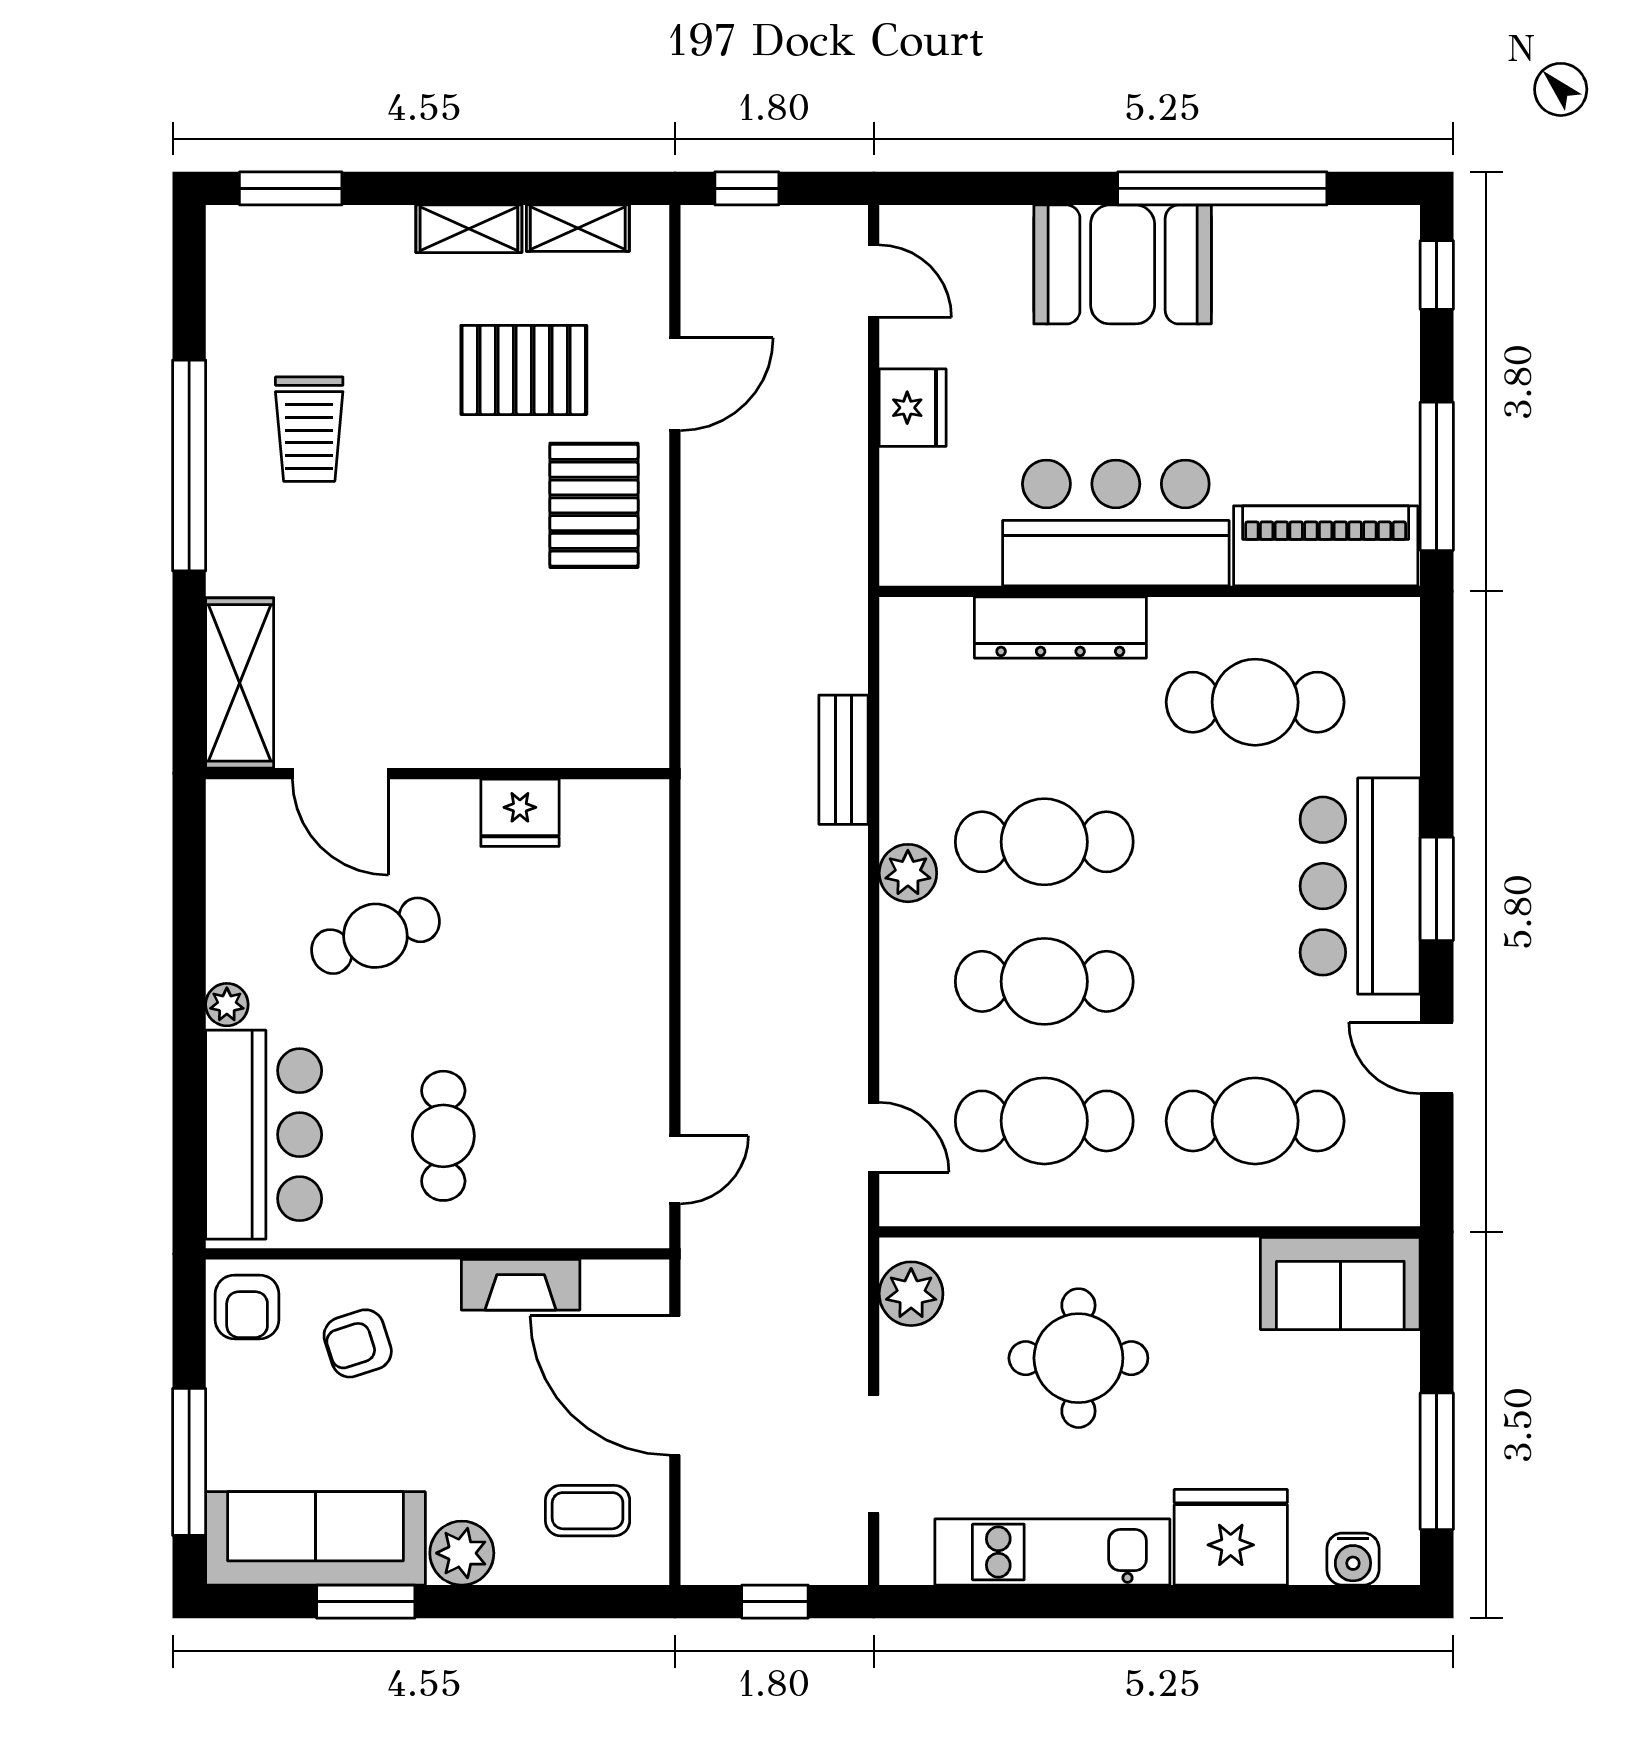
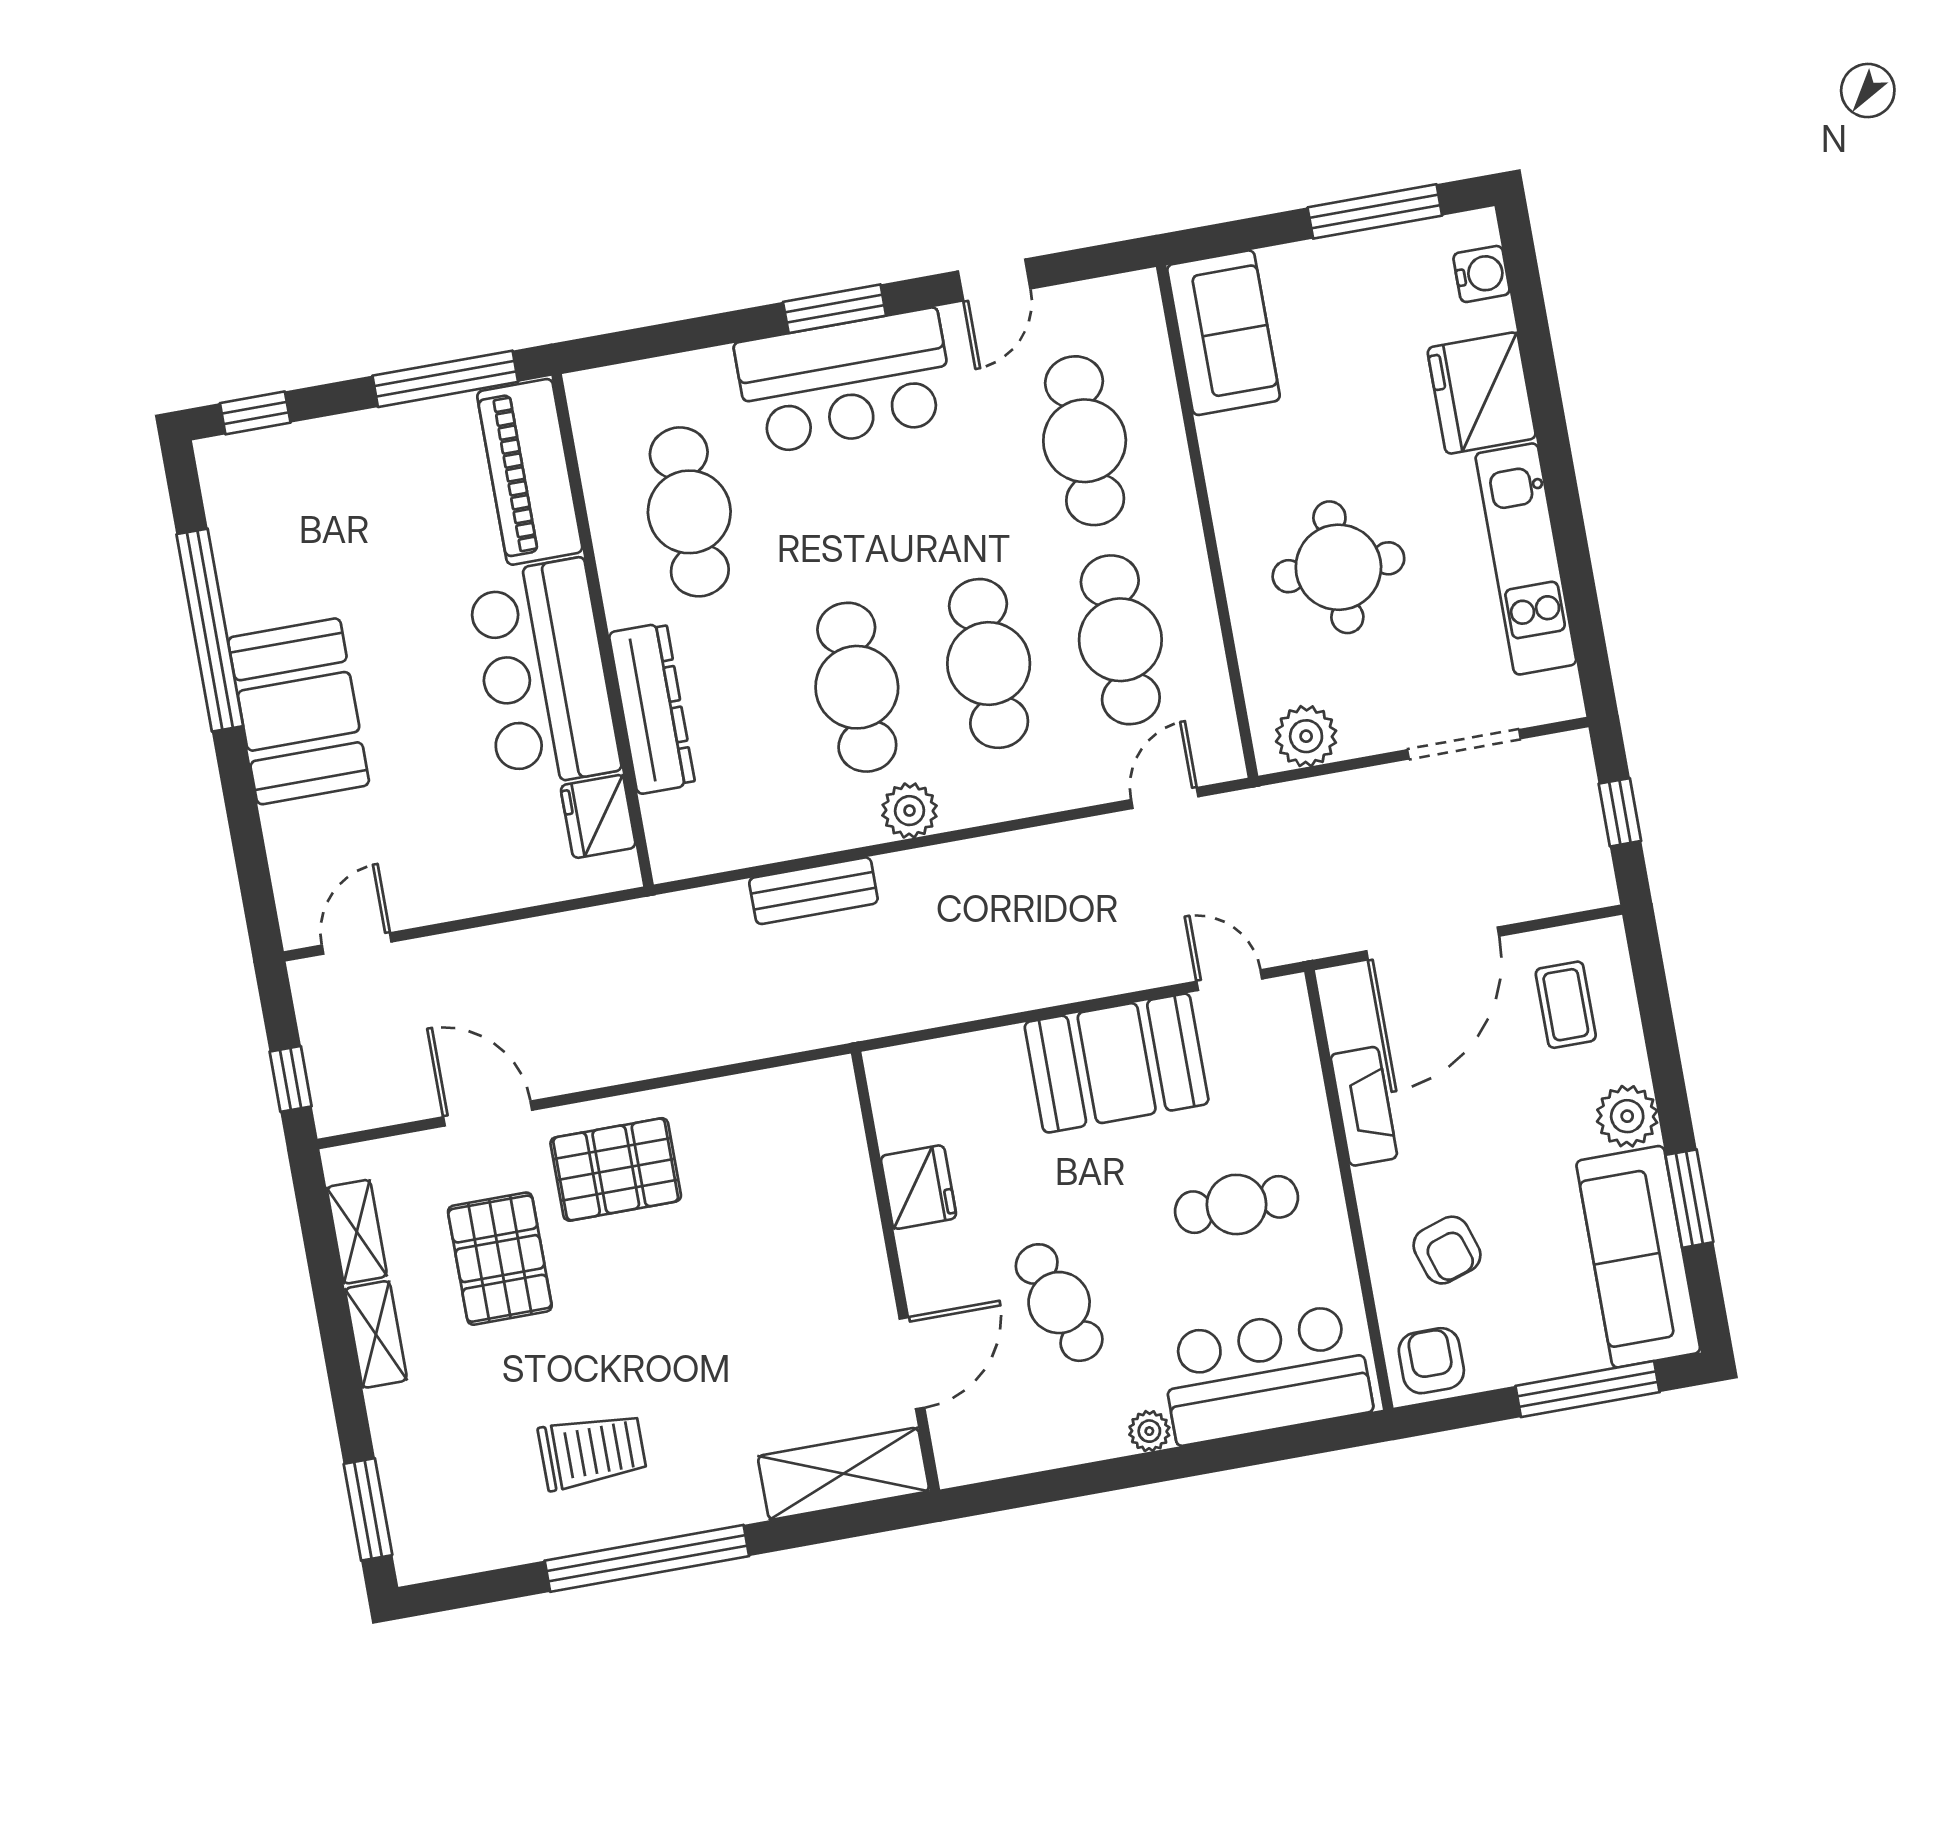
fridge: (913, 408) -> (598, 816), moved, turned -90
booth: (611, 1039) -> (1117, 1063), added
armchair: (247, 1307) -> (1431, 1361), turned -90

